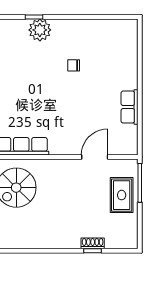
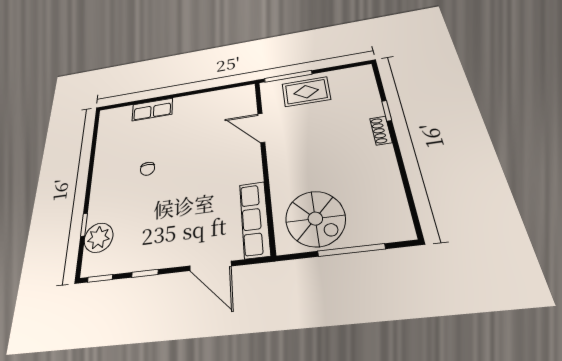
plant: (40, 30) -> (99, 238), moved
row of seats: (130, 107) -> (152, 109), moved
shoe rack: (93, 243) -> (381, 131), moved

